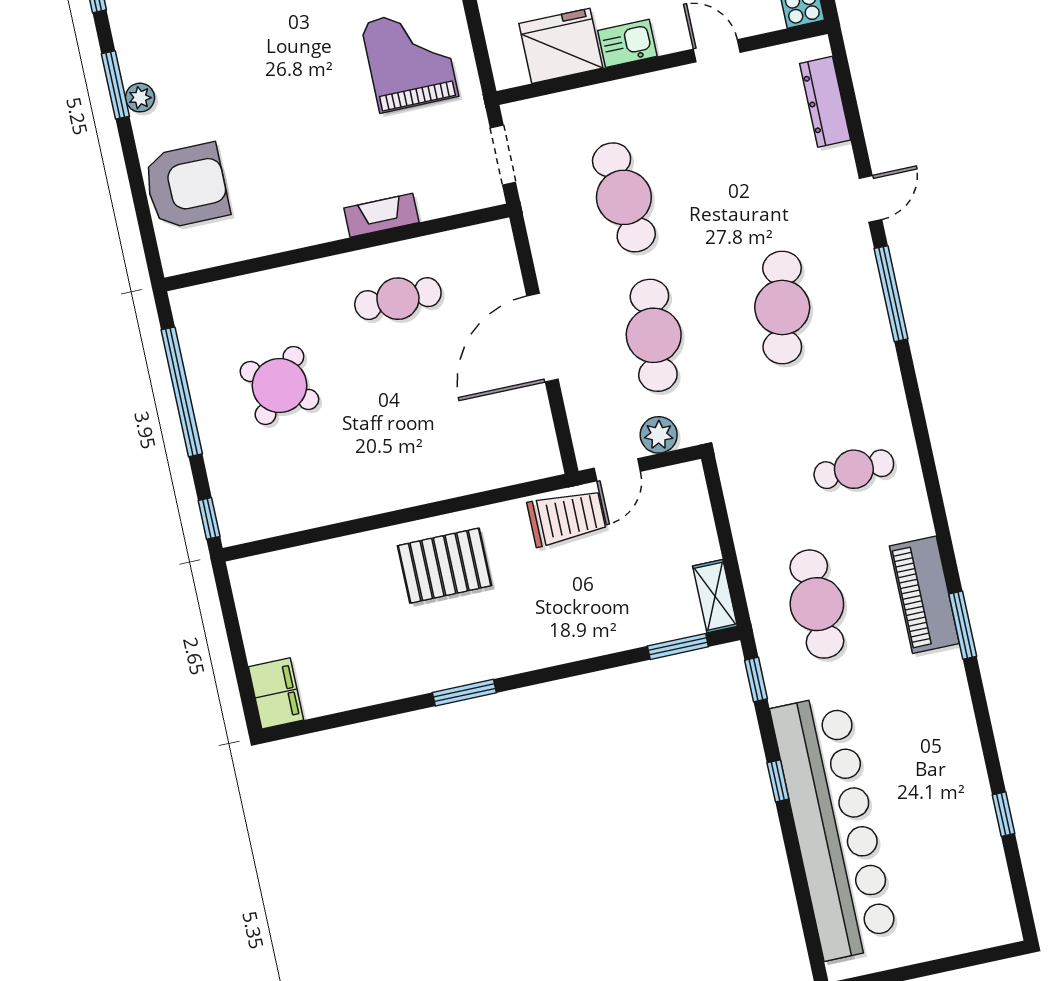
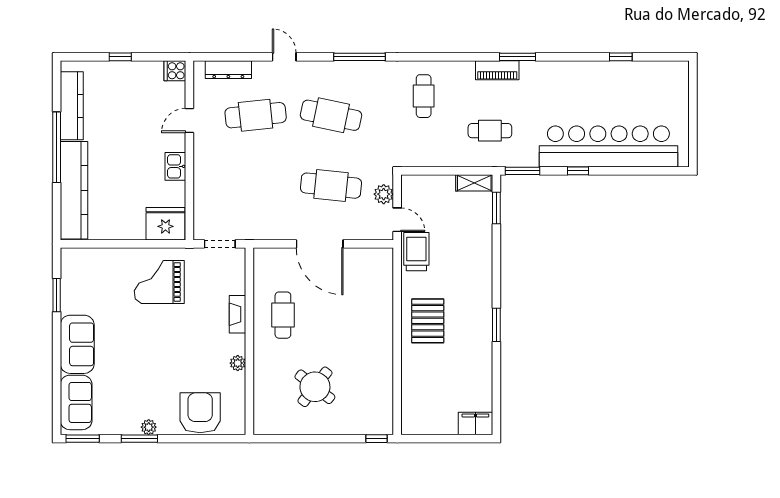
fridge: (561, 46) -> (166, 224), moved, turned 90
cafe table: (624, 197) -> (256, 115), moved
plant: (292, 235) -> (238, 363), added
window: (891, 294) -> (360, 57), moved
window: (182, 392) -> (307, 439), removed
piano: (924, 595) -> (497, 70), width x0.73, depth x0.75
cafe table: (817, 604) -> (490, 131), width x0.73, depth x0.74
window: (756, 680) -> (522, 171), width x1.50

